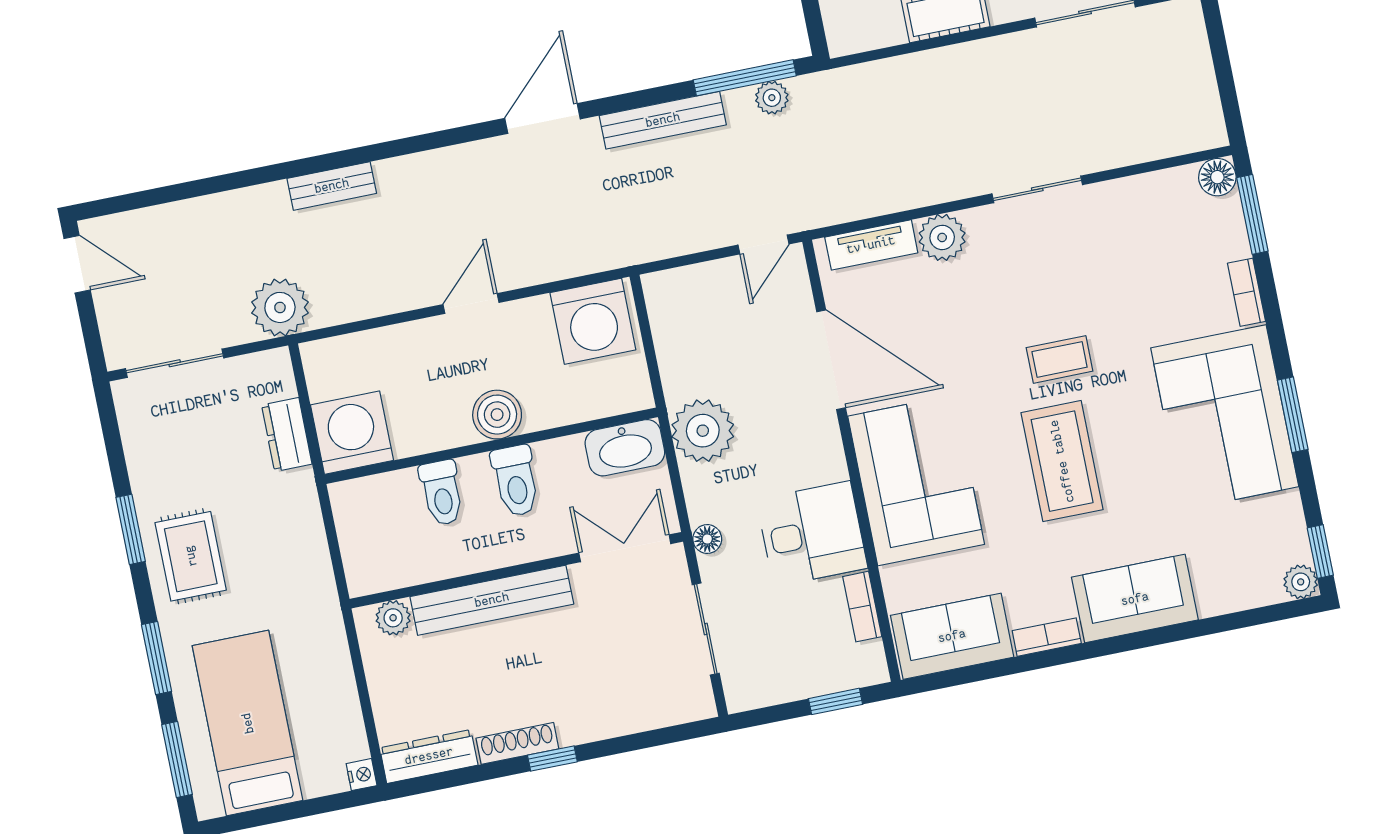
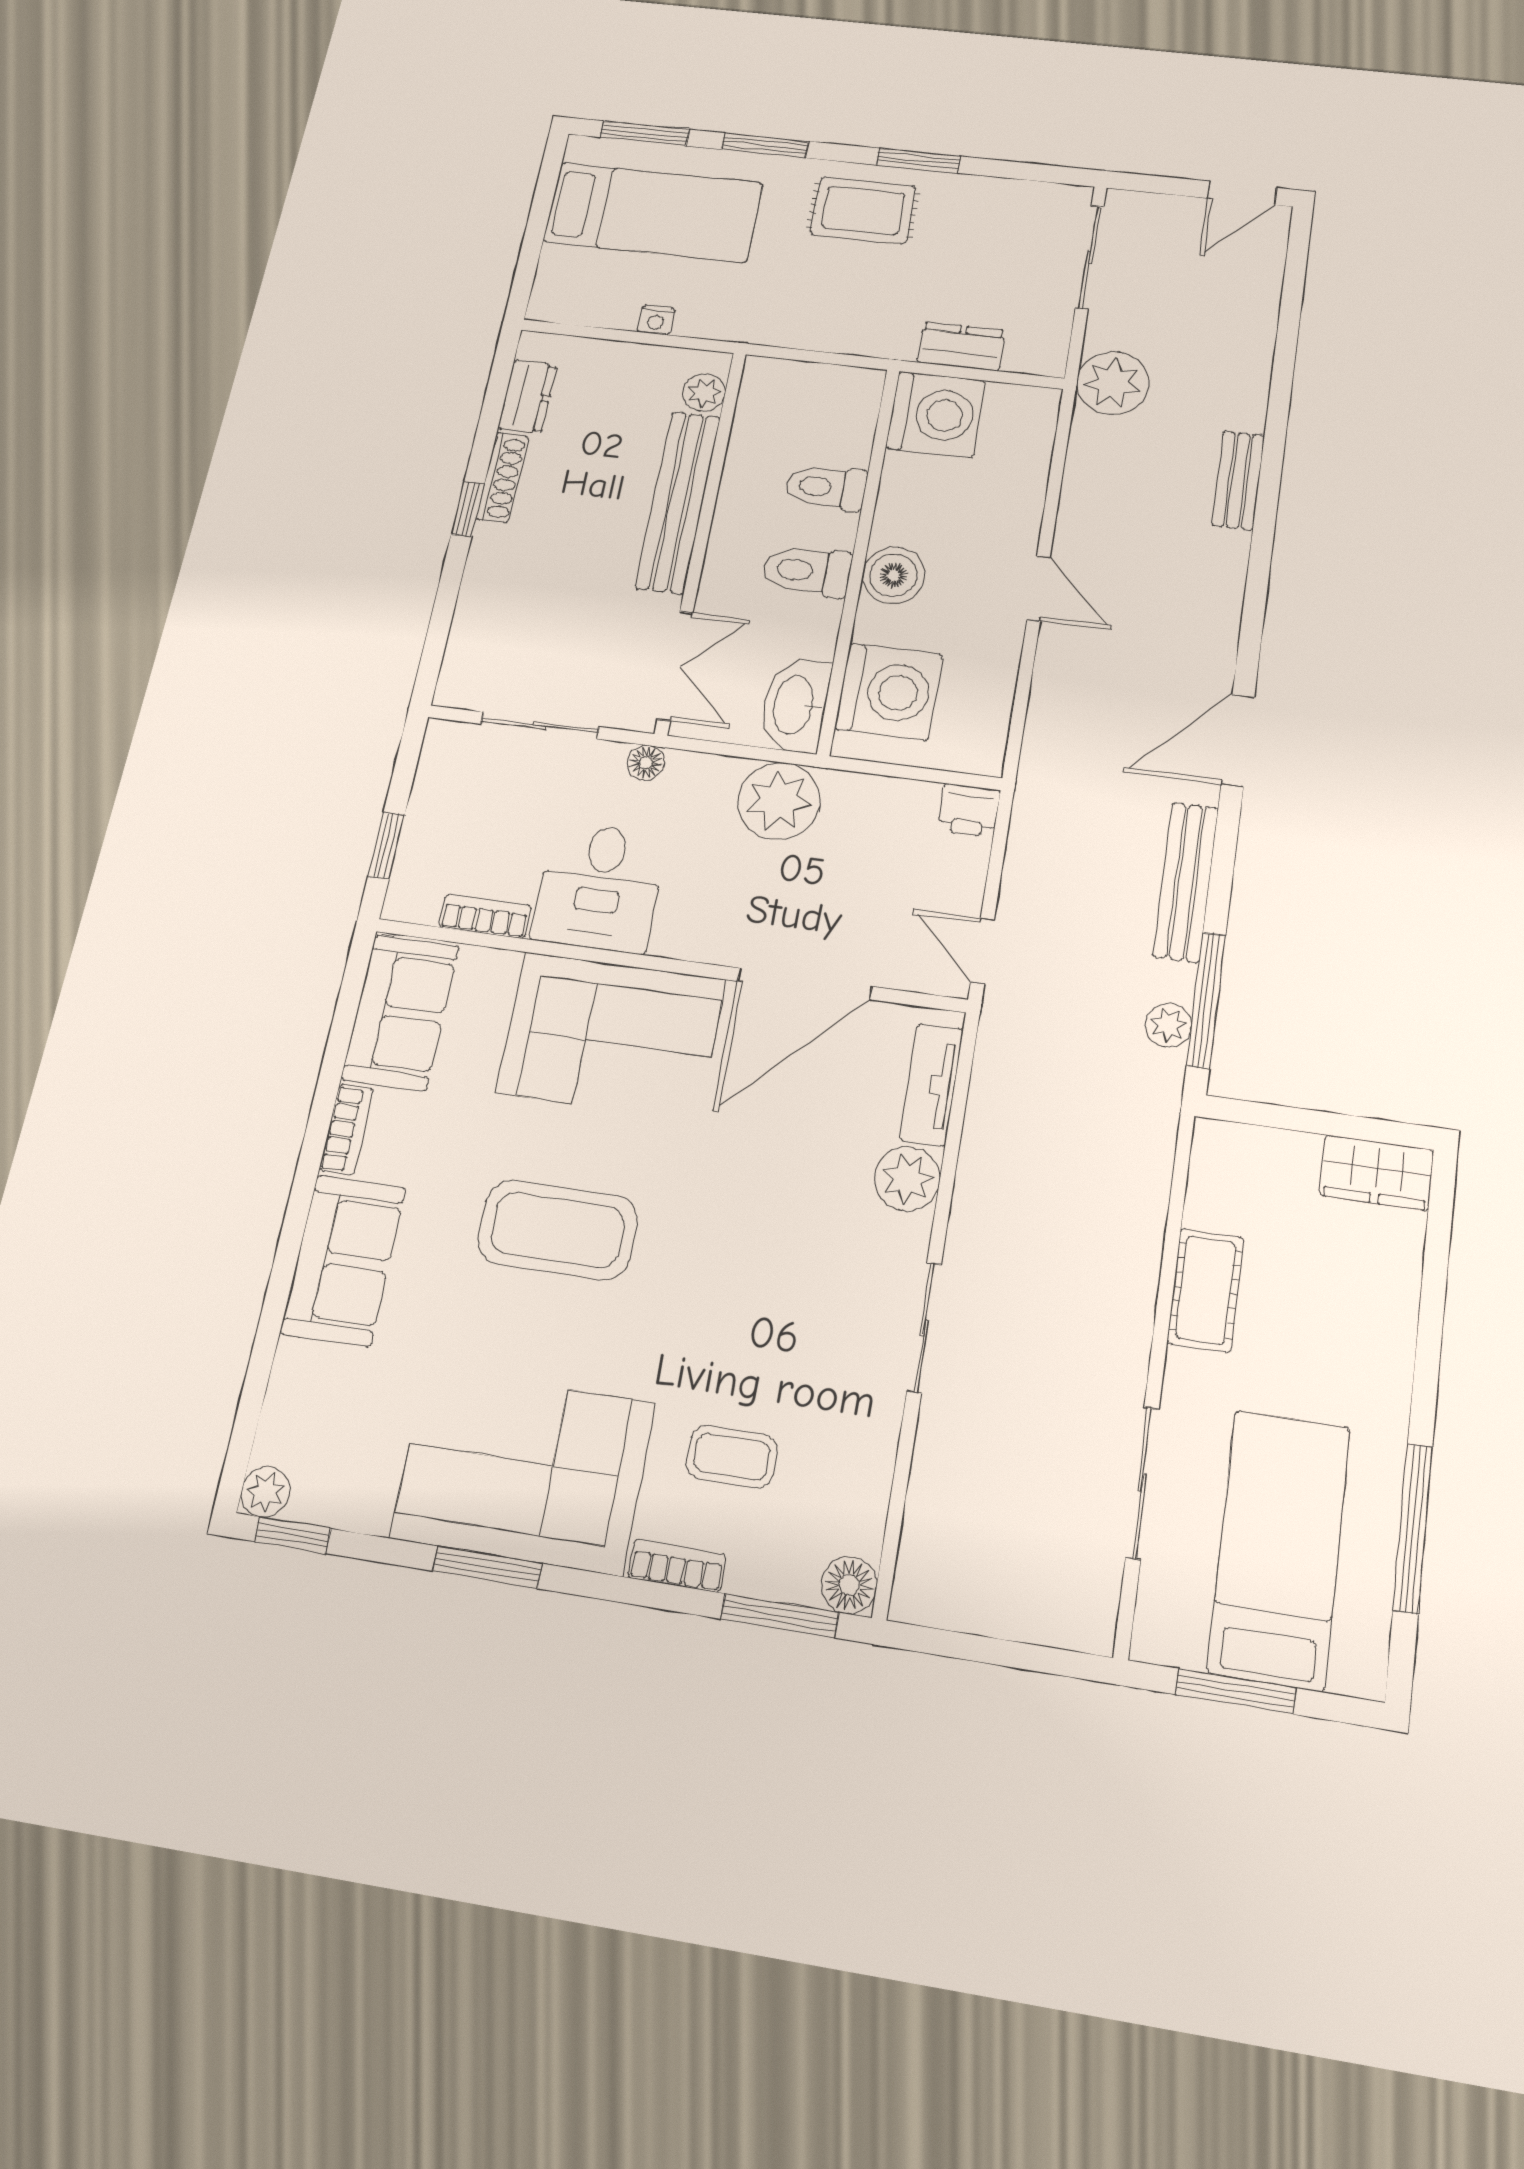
door: (542, 119) -> (1238, 741), swing flipped
printer: (663, 292) -> (969, 811), added
washing machine: (593, 321) -> (889, 692), moved, turned 180
coffee table: (1060, 359) -> (732, 1457), moved, turned 90
dresser: (429, 756) -> (527, 397), width x0.70
nightstand: (362, 775) -> (656, 320), moved

